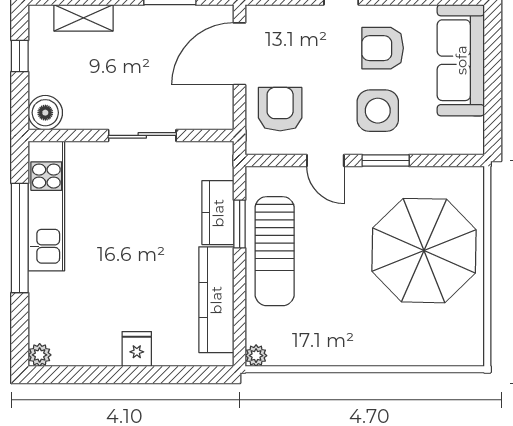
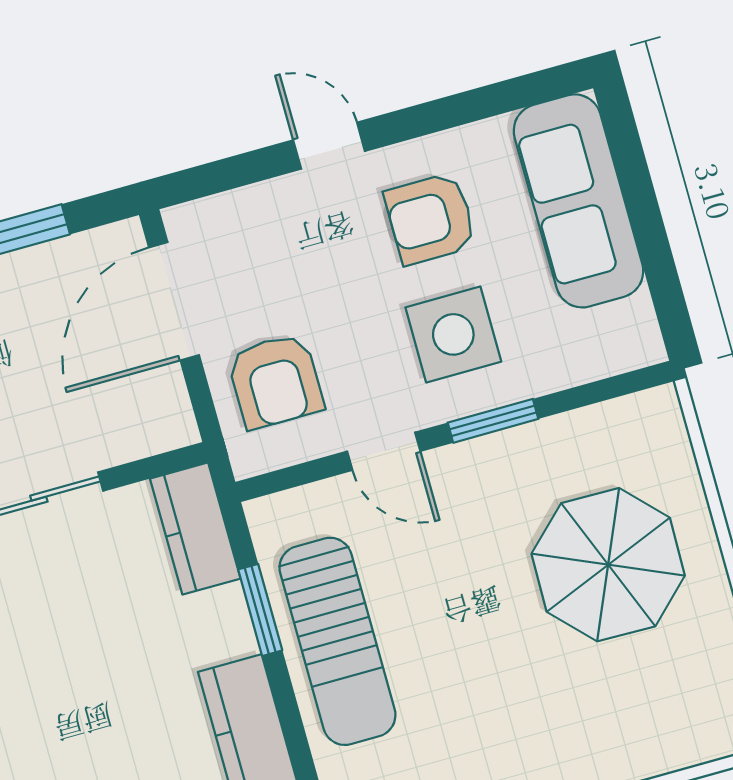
armchair: (280, 109) -> (275, 381), turned 180
kitchen counter: (218, 213) -> (195, 529), moved
parasol: (424, 251) -> (608, 565), width x0.73, depth x0.73

